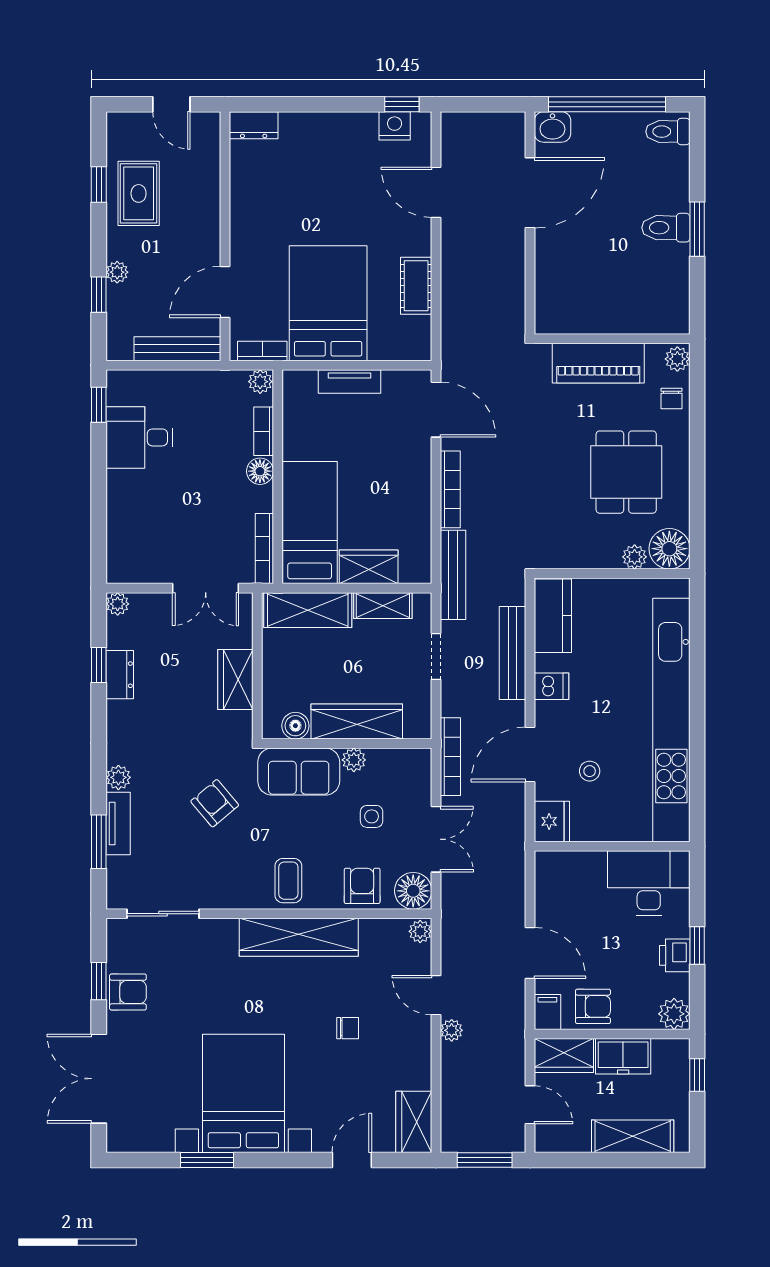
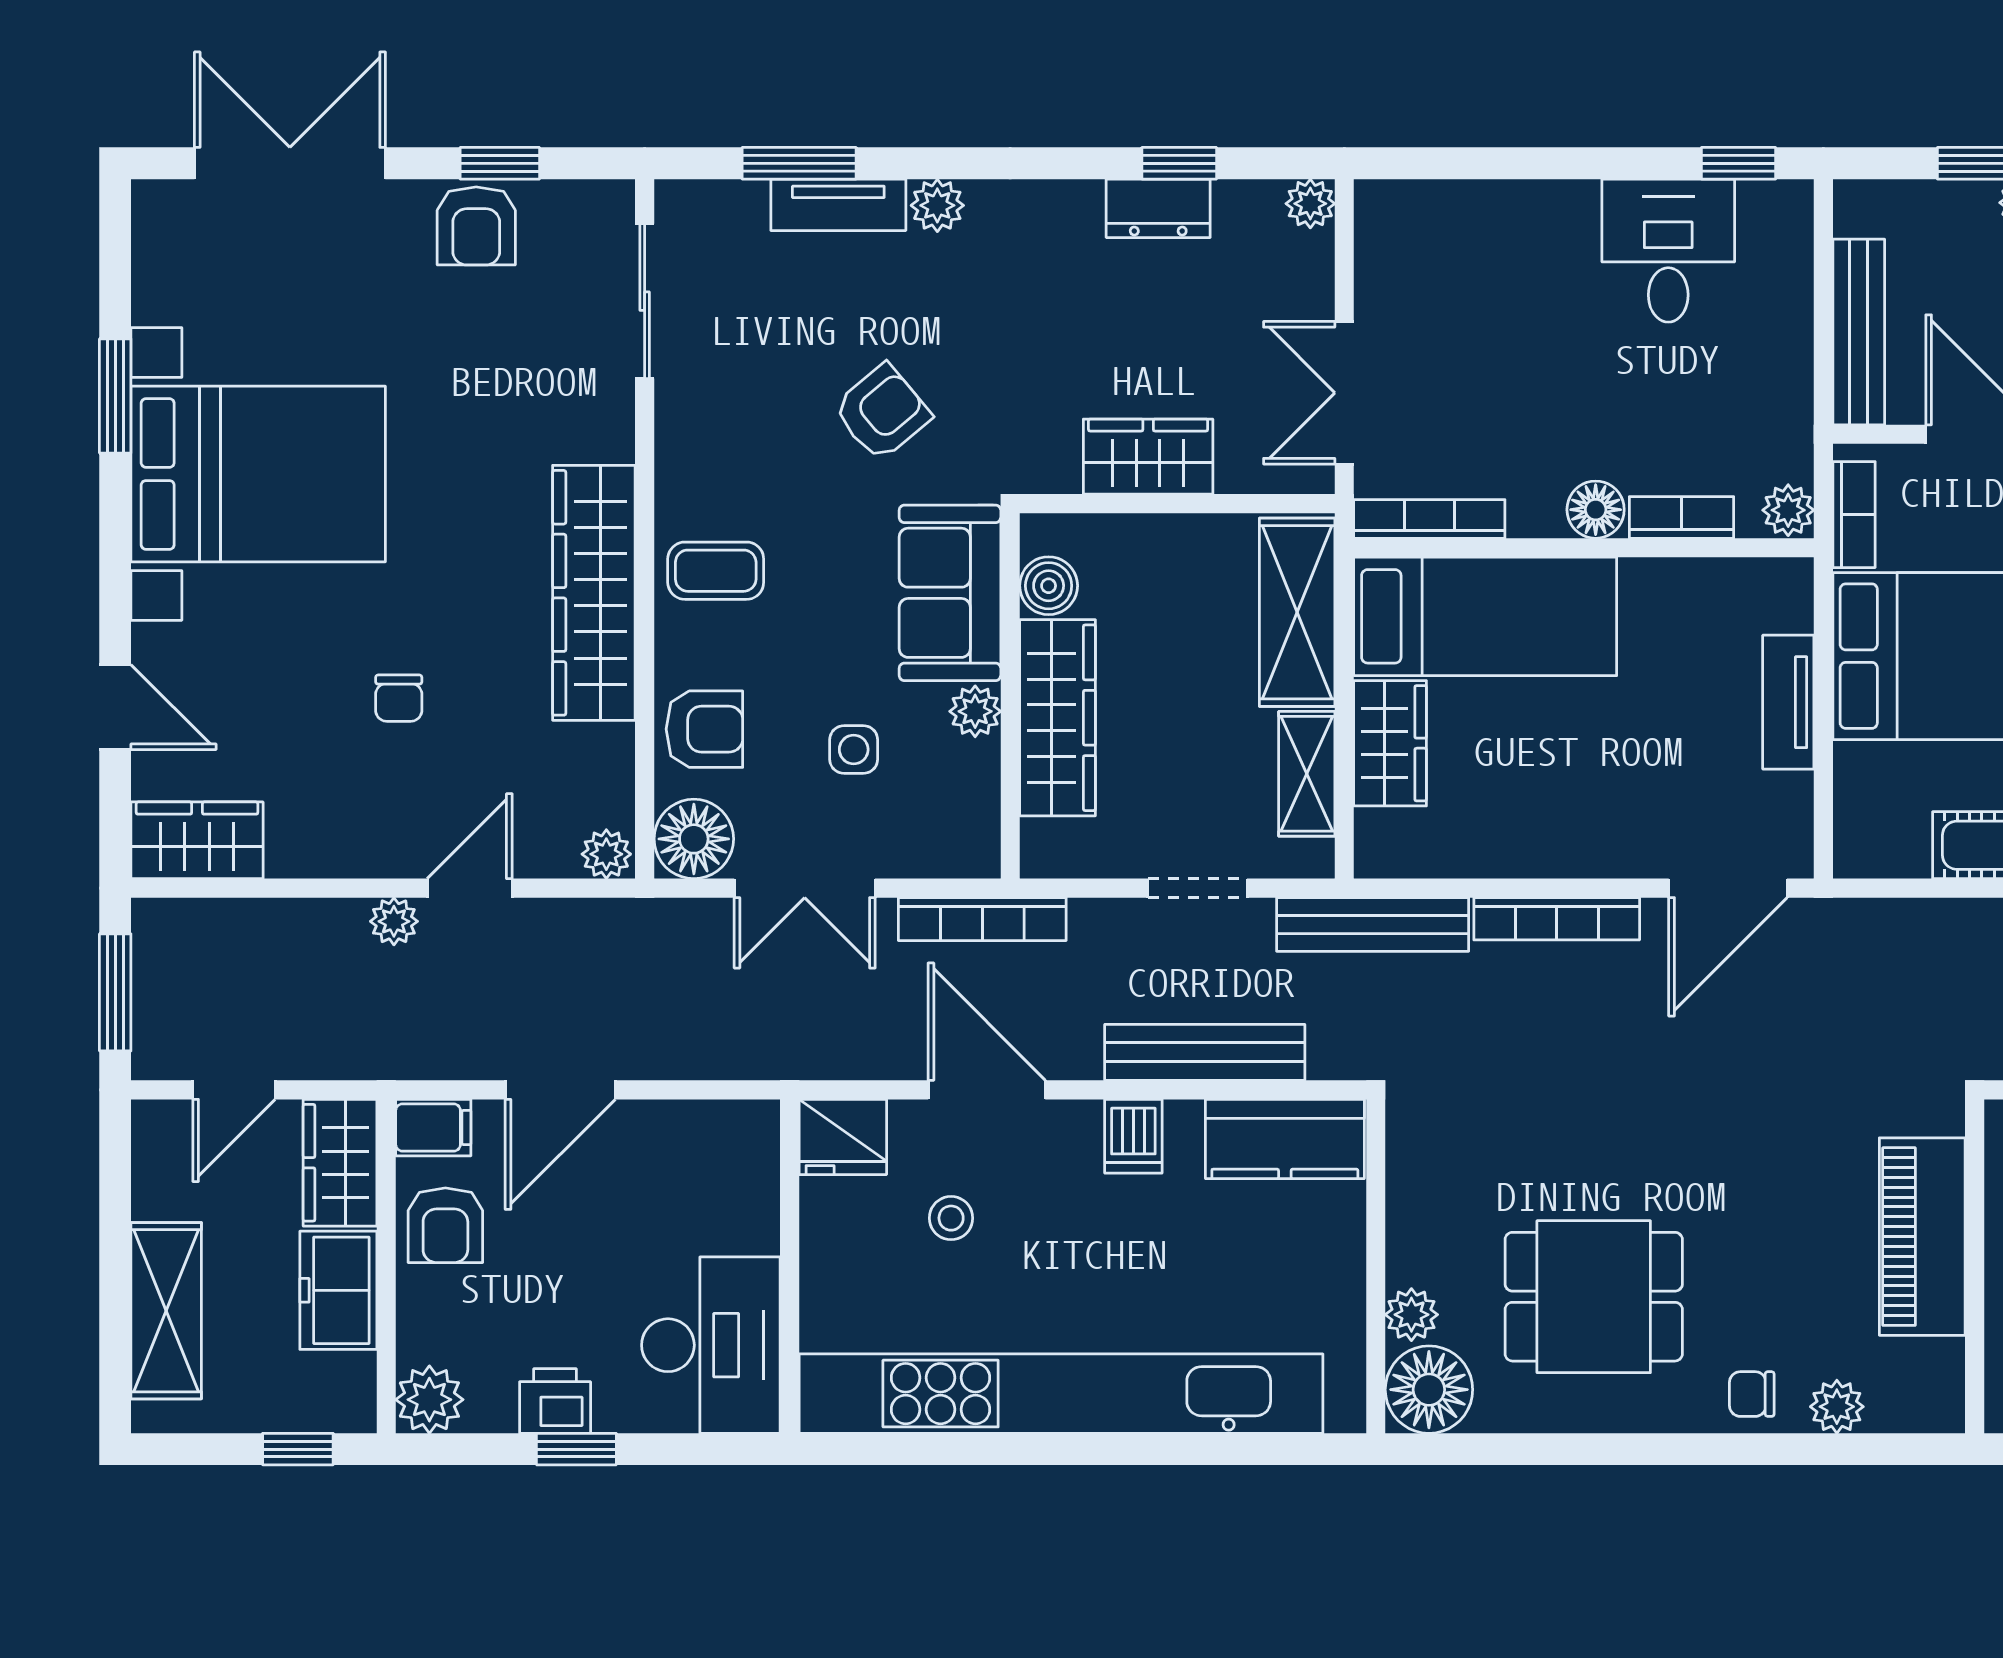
wall: (612, 339) -> (1975, 1266), moved
piano: (598, 363) -> (1922, 1237), moved

